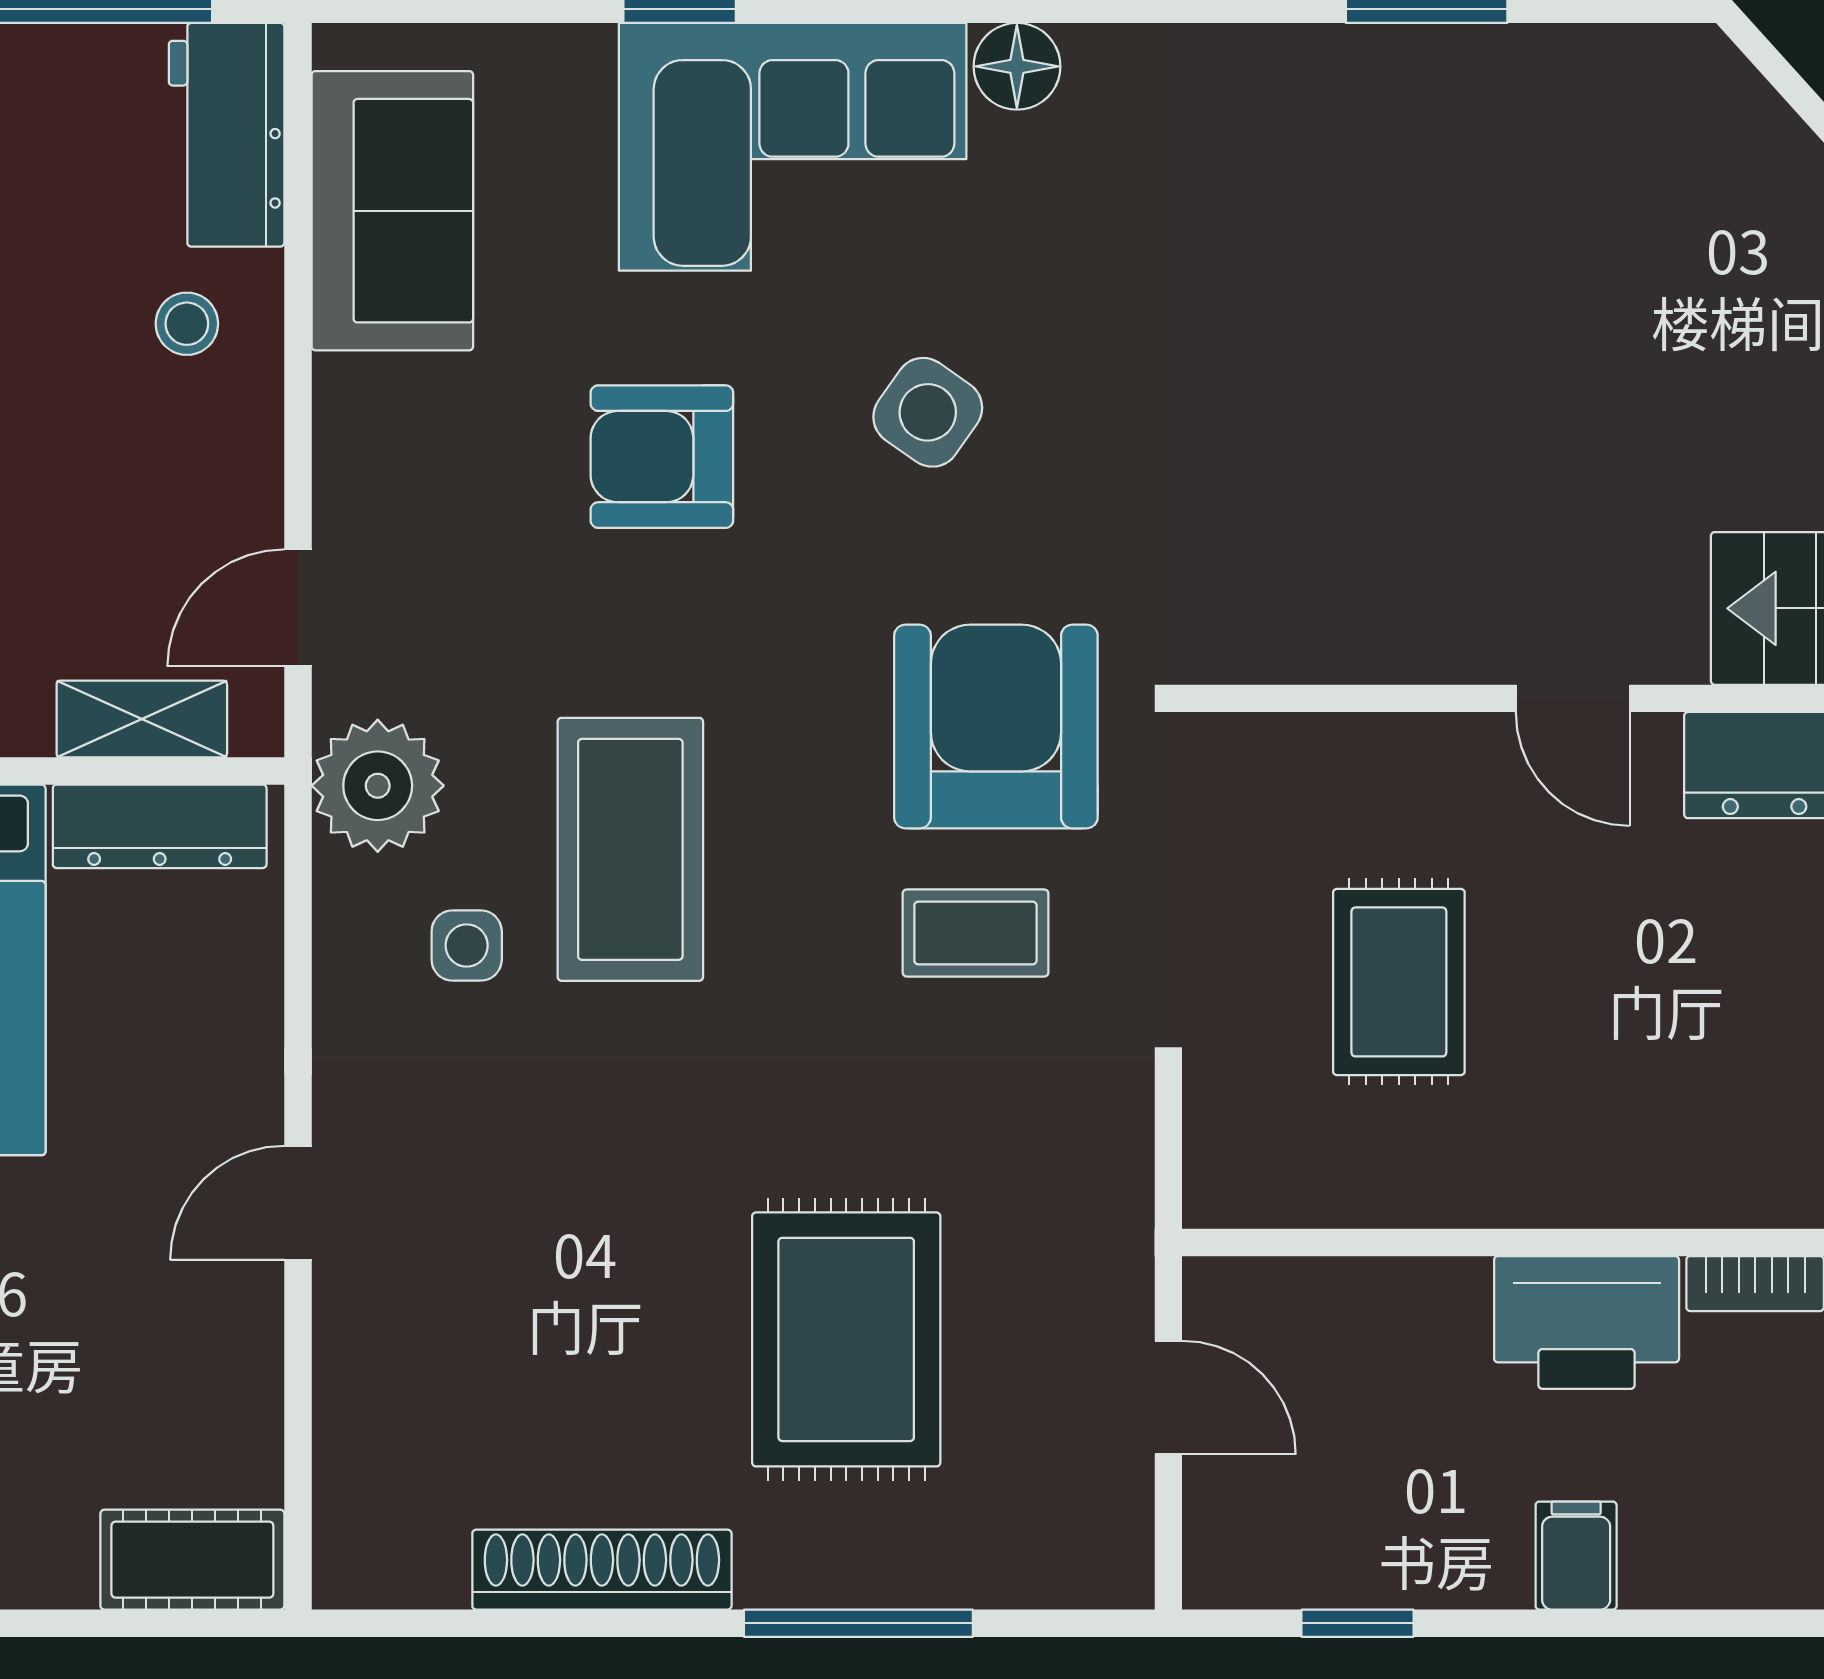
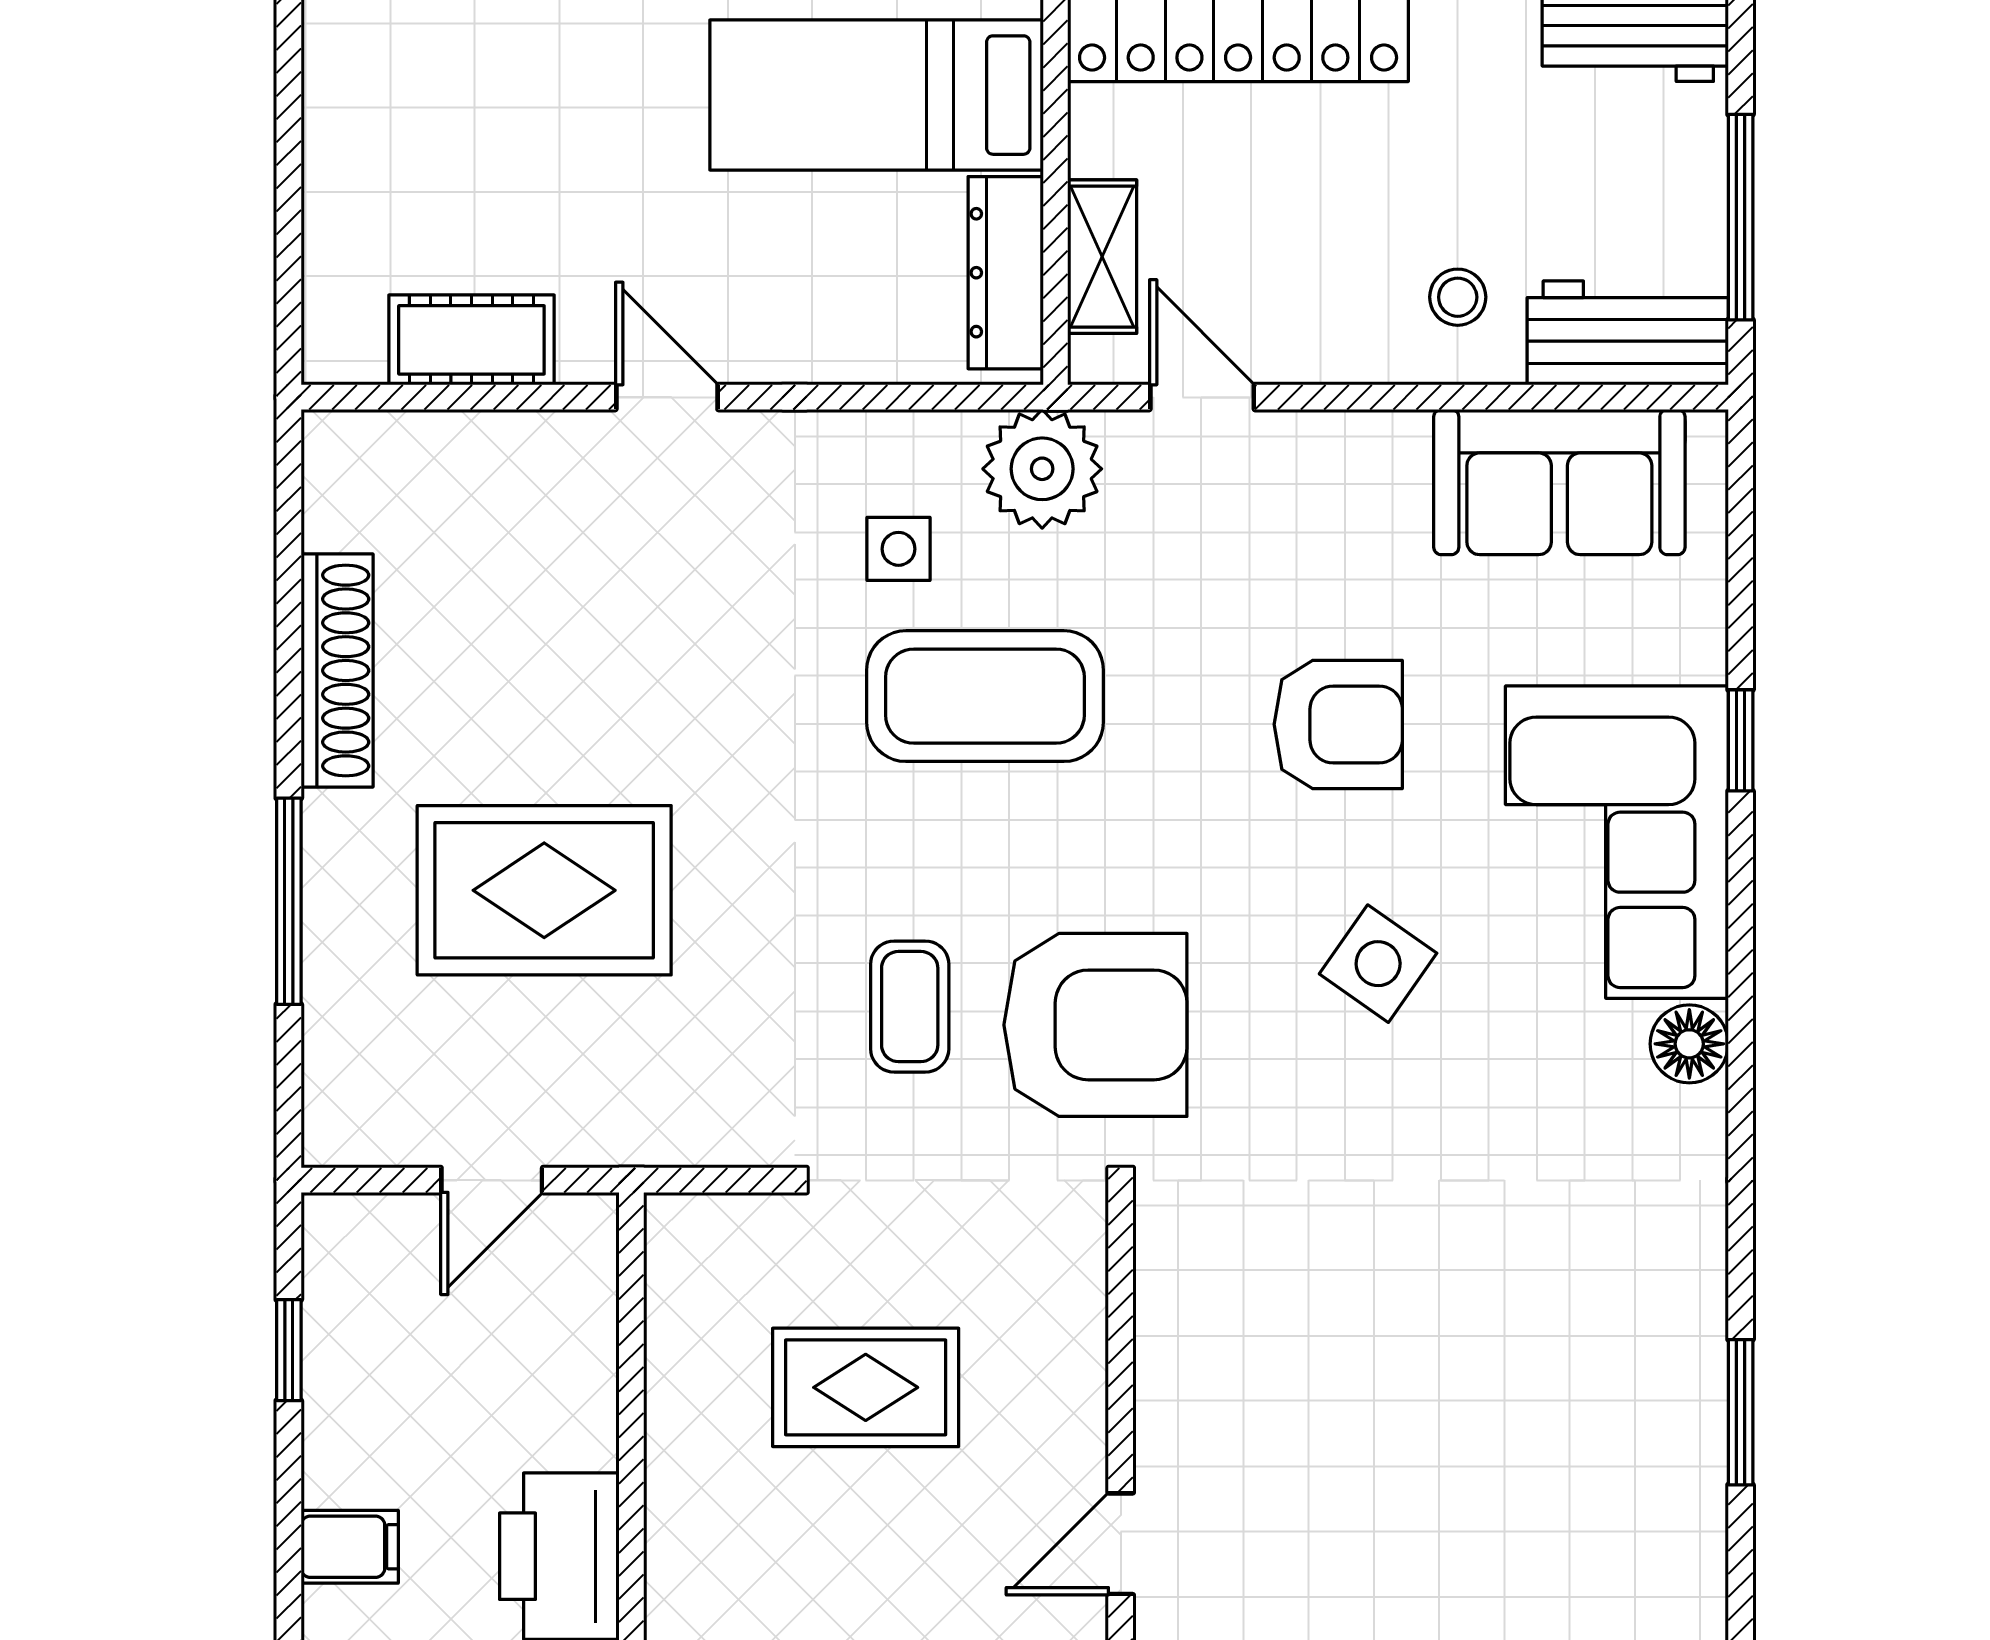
armchair: (662, 457) -> (1338, 724), turned 90
cot: (192, 1560) -> (471, 340), moved, turned 90

